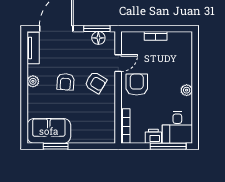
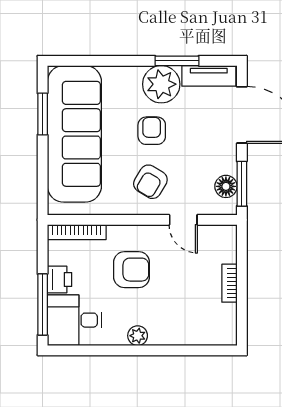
window: (24, 67) -> (177, 61), added
plant: (33, 81) -> (161, 84), width x1.87, depth x1.87
armchair: (65, 82) -> (152, 131), turned 86
armchair: (137, 85) -> (132, 270), moved
sofa: (49, 131) -> (74, 134), width x1.85, depth x1.27

